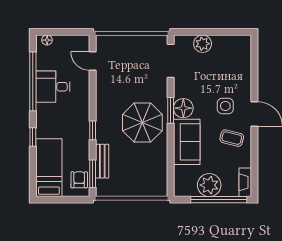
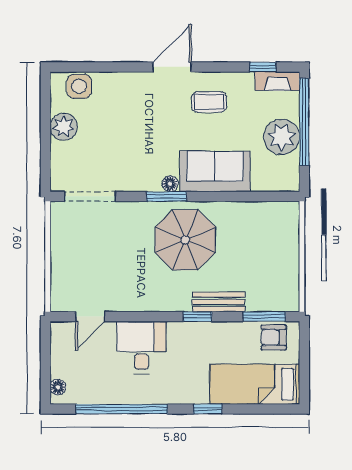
plant: (203, 44) -> (64, 127), moved
desk: (53, 87) -> (141, 347), moved, turned 180
side table: (225, 106) -> (79, 86), moved
floor lamp: (183, 108) -> (170, 184), width x0.53, depth x0.53
coffee table: (232, 138) -> (209, 102), turned 76
bench: (102, 161) -> (218, 302), moved
window: (254, 173) -> (263, 67), added

